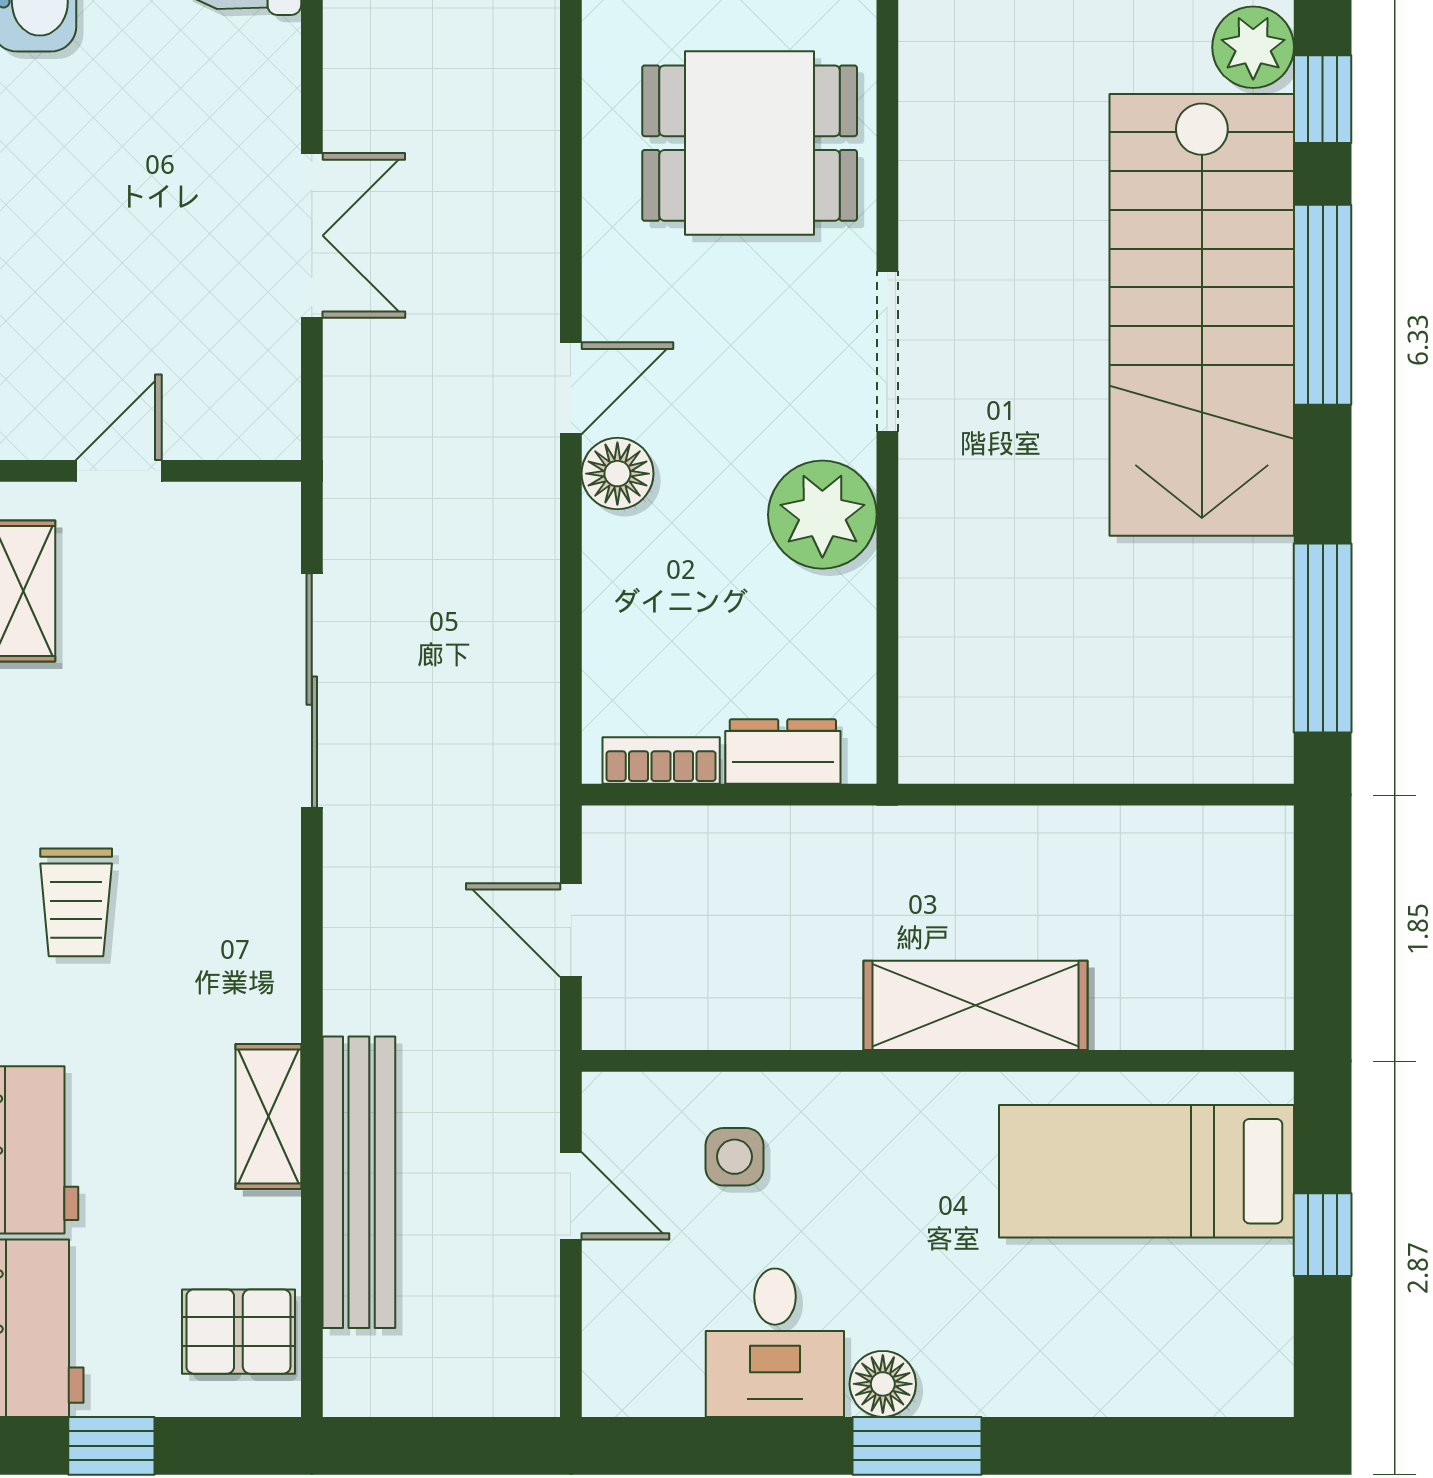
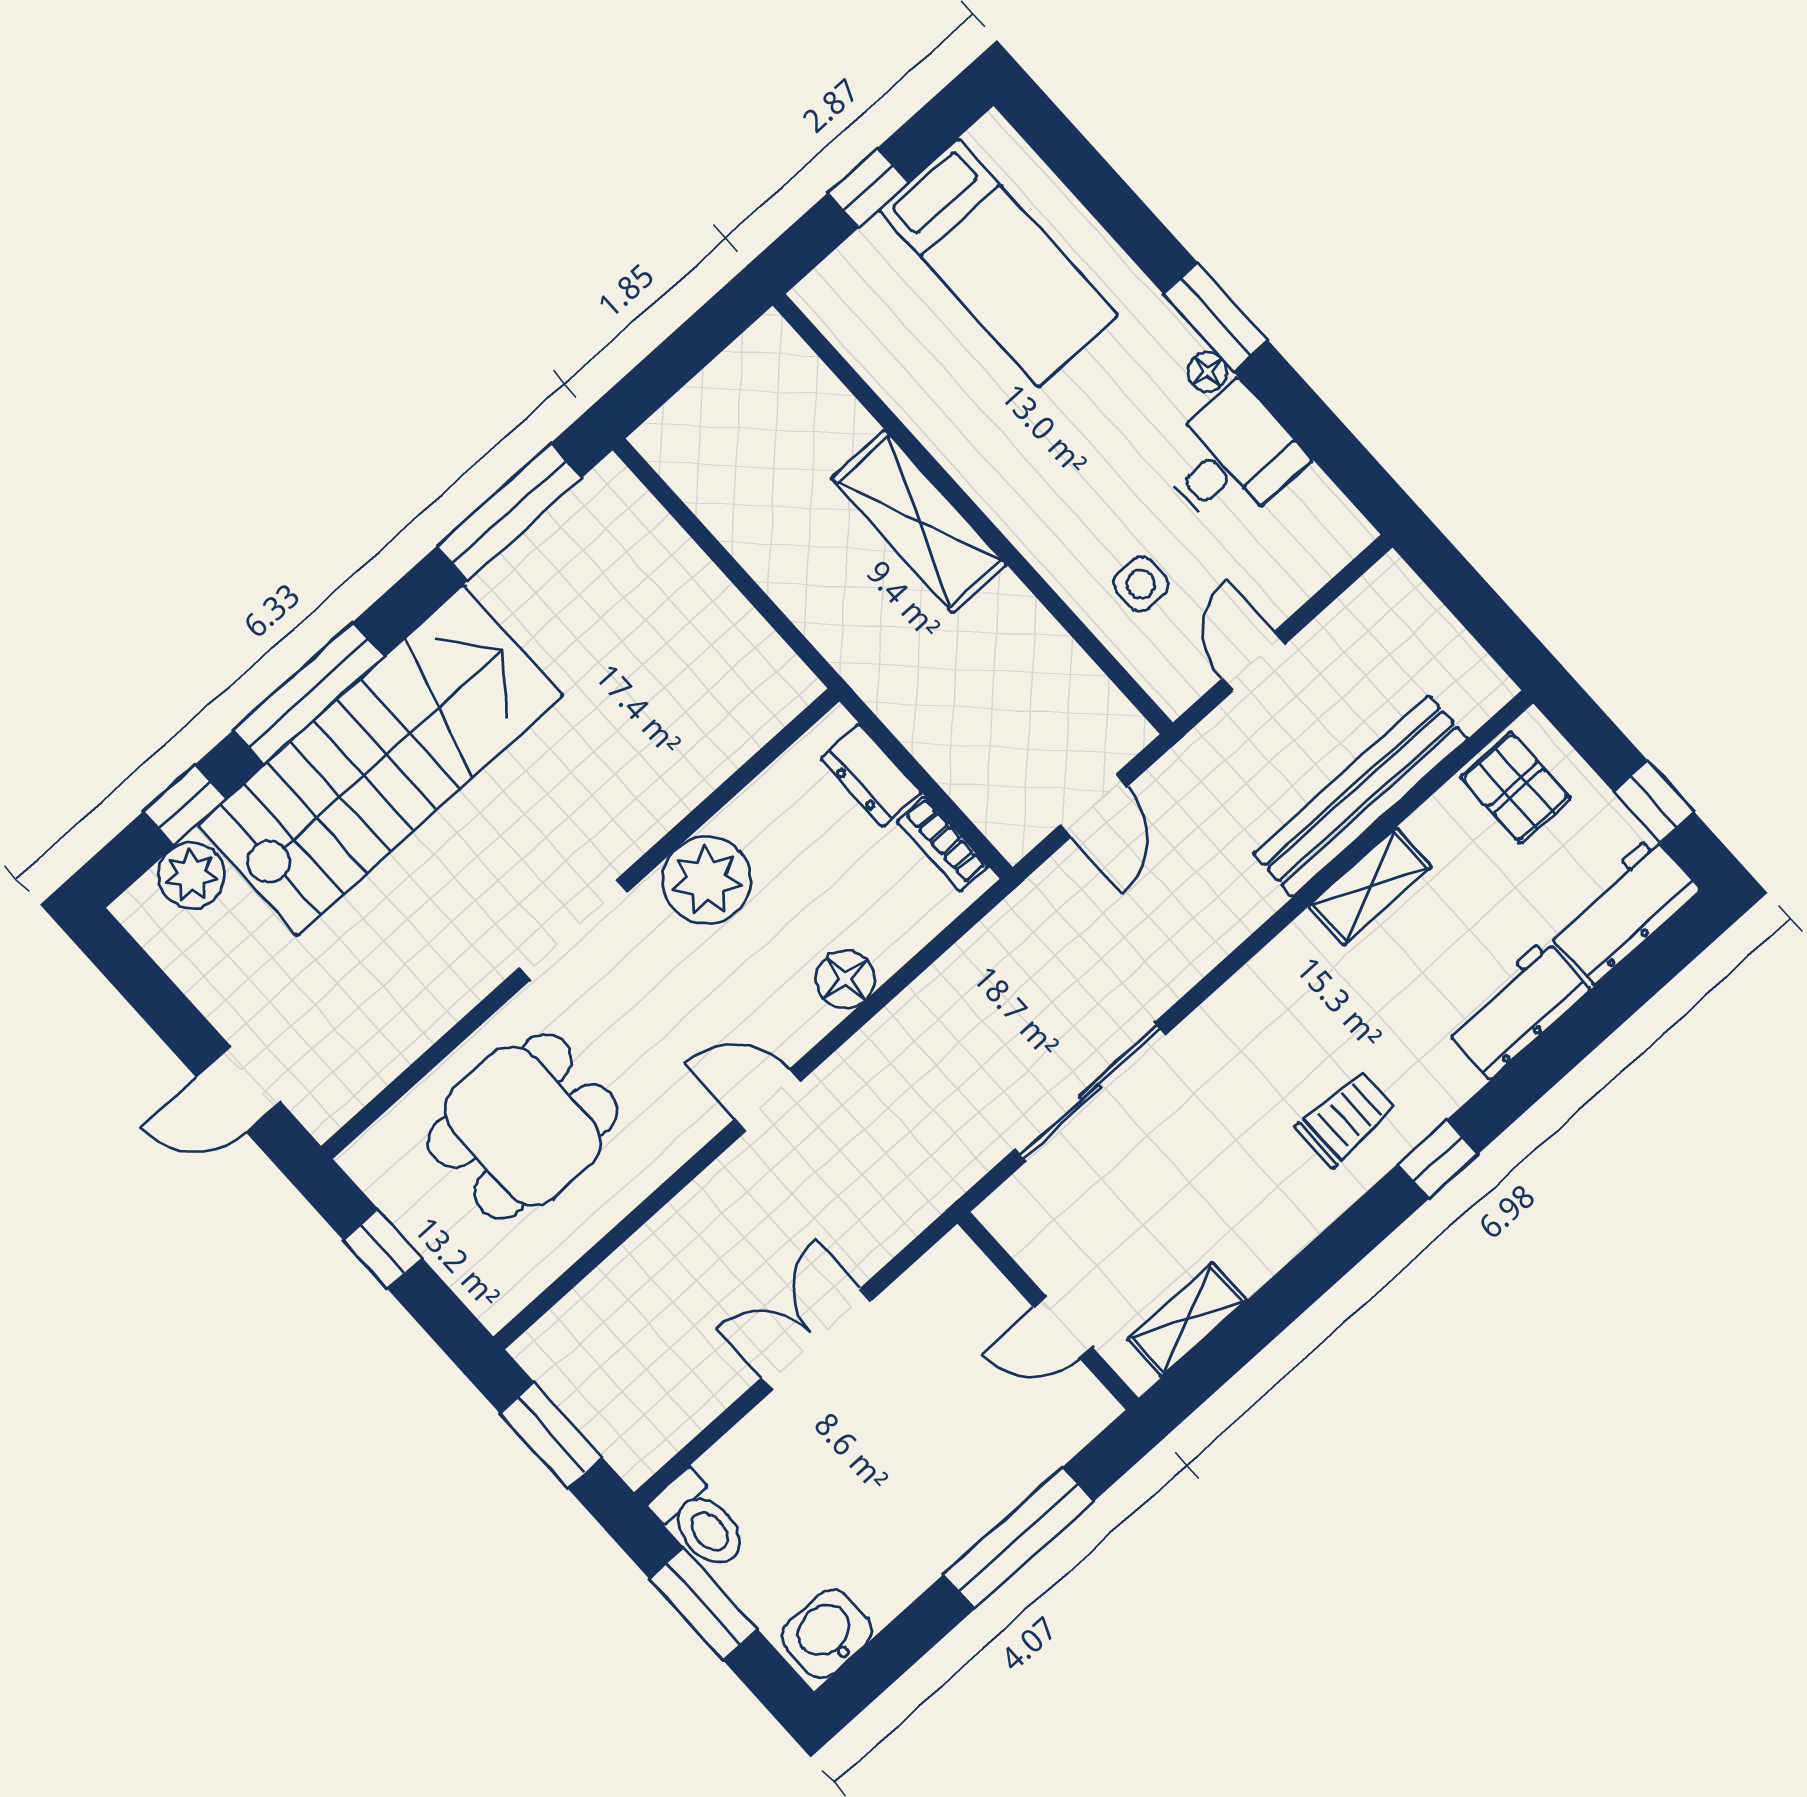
dining table: (750, 143) -> (523, 1126), turned 90
floor lamp: (617, 474) -> (845, 979), moved
bed: (1146, 1171) -> (998, 263), moved
floor lamp: (883, 1384) -> (1207, 372), width x0.73, depth x0.73

